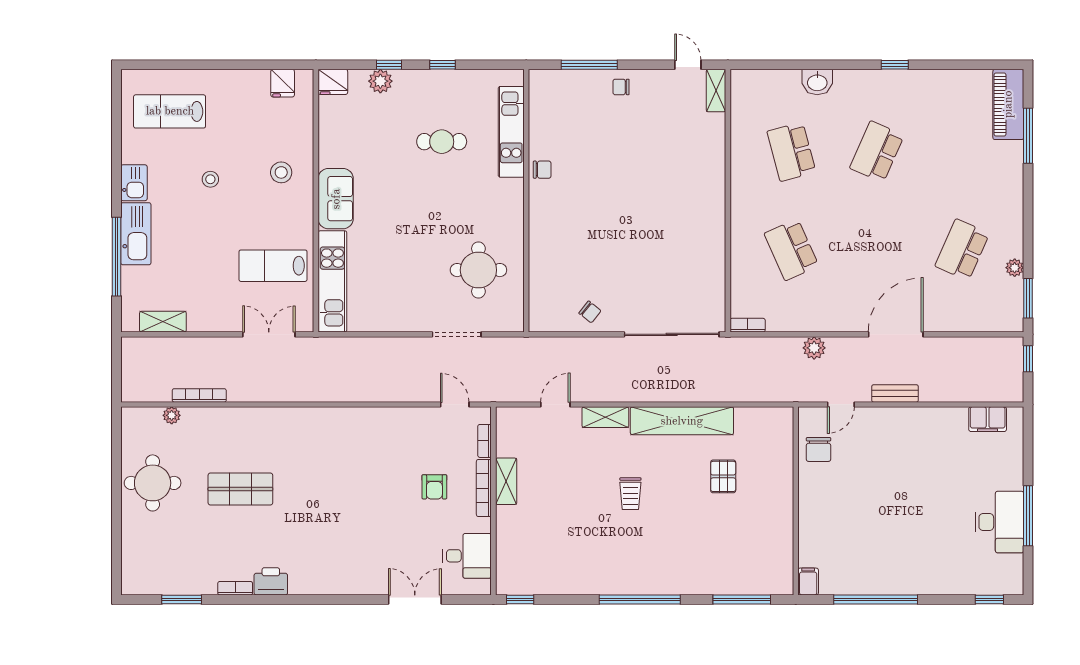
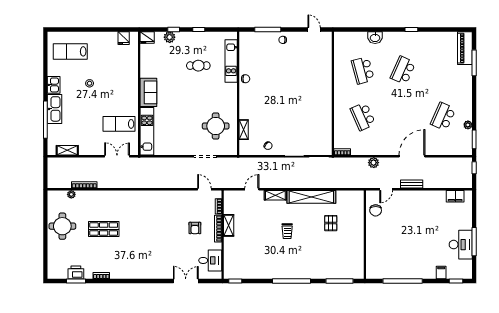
shelving: (716, 91) -> (244, 130), moved
stool: (281, 172) -> (123, 80), removed
printer: (271, 581) -> (76, 272), moved
filing cabinet: (808, 582) -> (441, 273), moved

